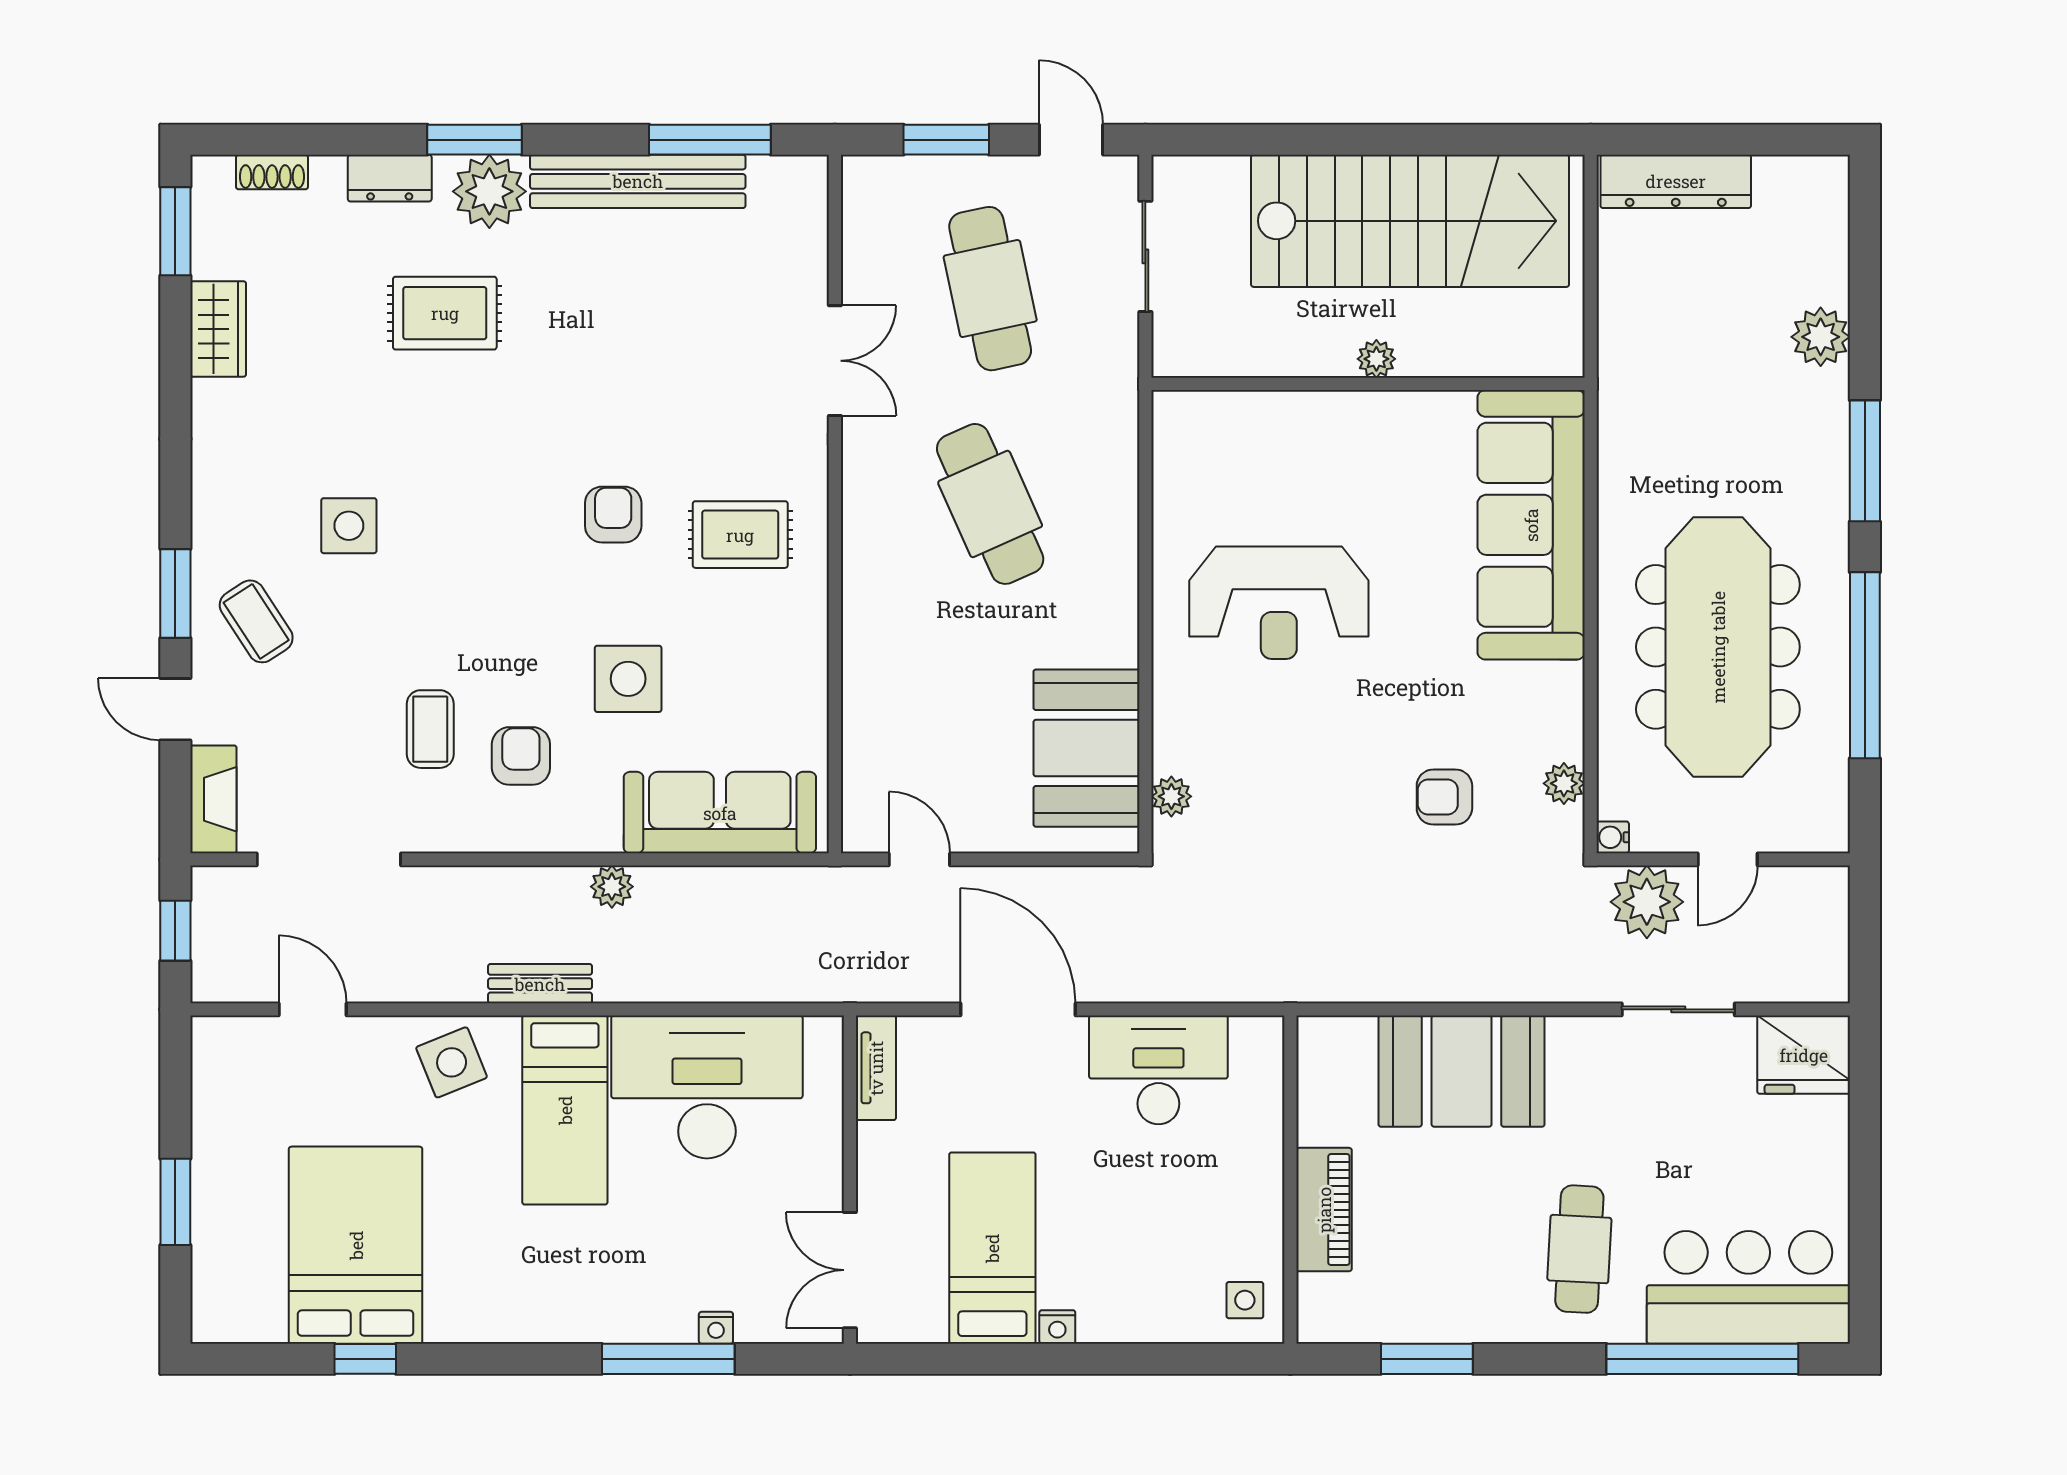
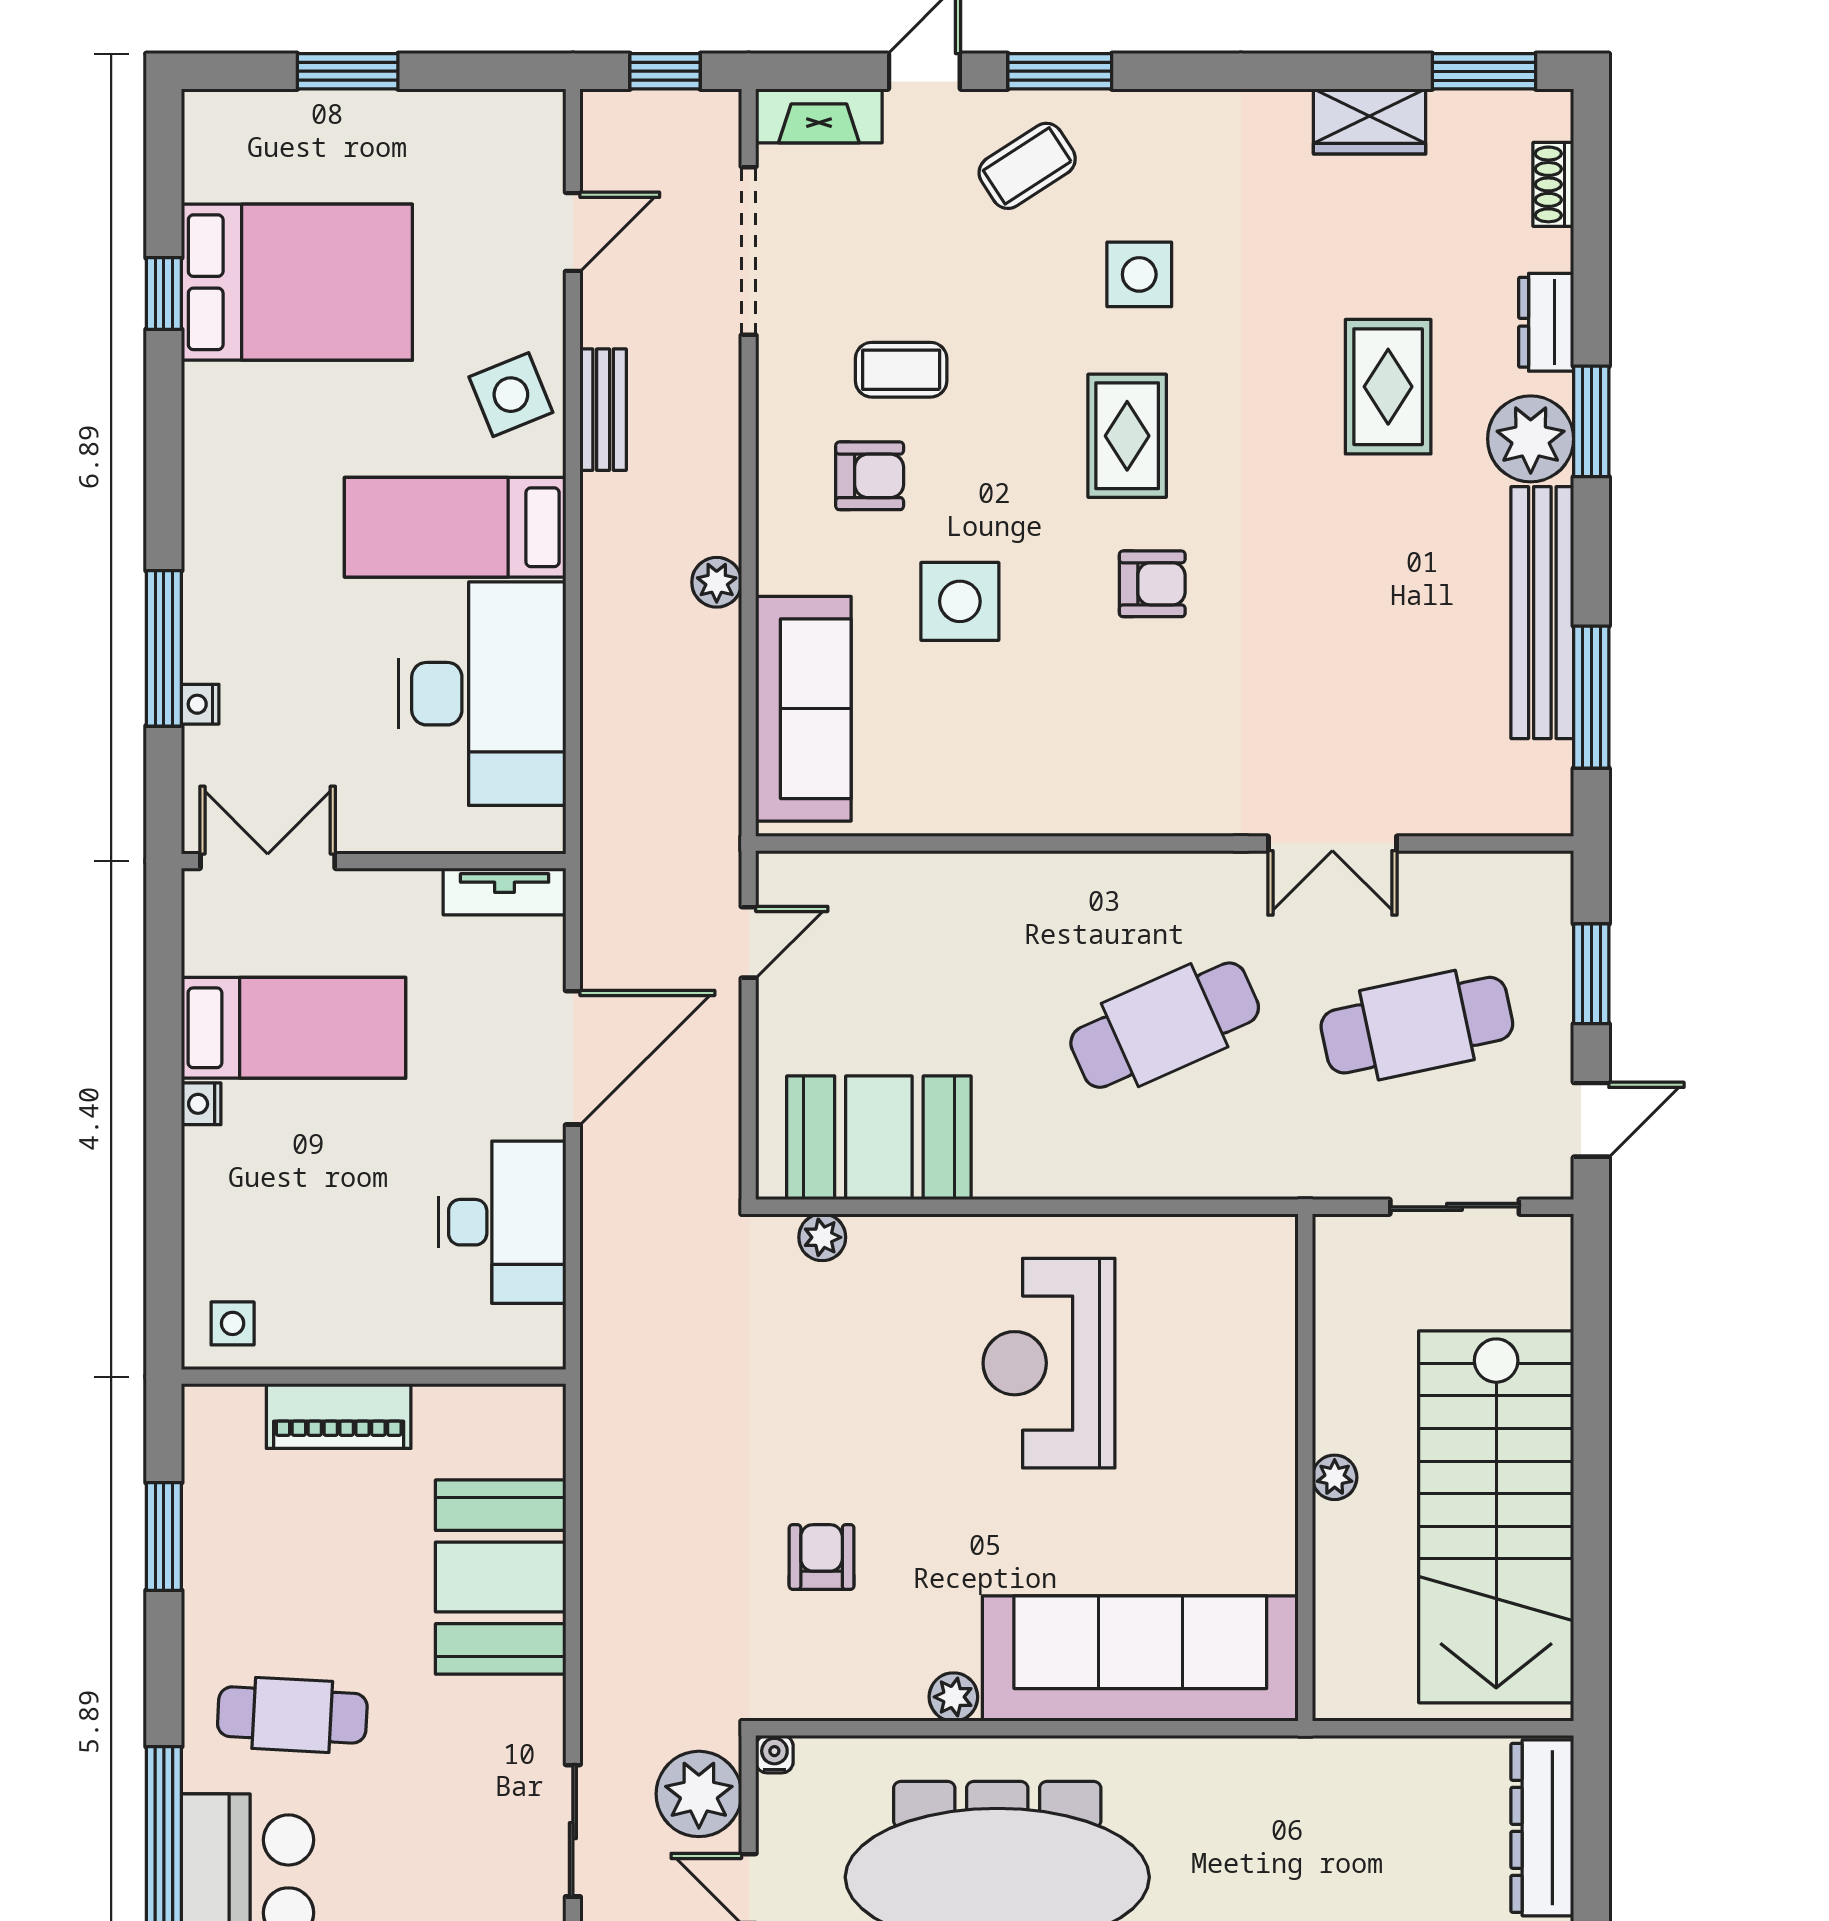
rug: (740, 535) -> (1127, 436), moved
plant: (1564, 783) -> (953, 1697), moved
bench: (540, 984) -> (603, 410), moved

